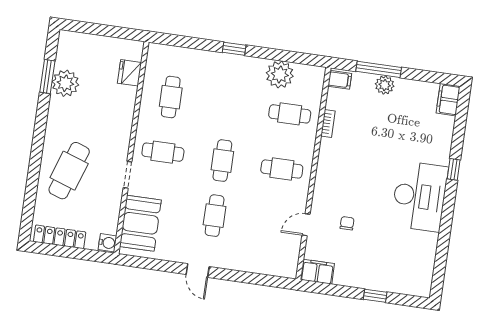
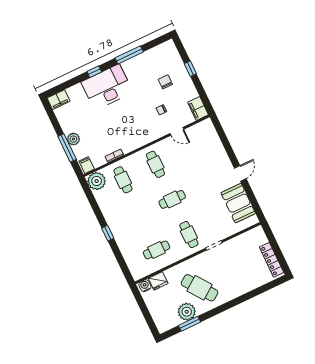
plant: (280, 74) -> (97, 181), moved
cafe table: (69, 171) -> (200, 288), moved, turned 35
desk: (419, 196) -> (107, 87), moved
cafe table: (215, 216) -> (205, 184), removed
booth: (140, 223) -> (238, 203), moved, turned 90
window: (445, 229) -> (129, 55), added
water cooler: (107, 243) -> (145, 286), moved
chair: (380, 252) -> (165, 82), added

